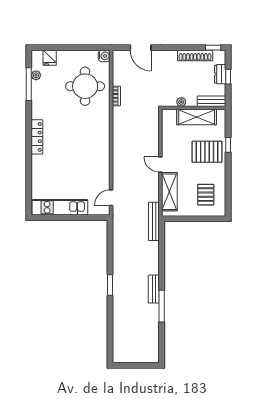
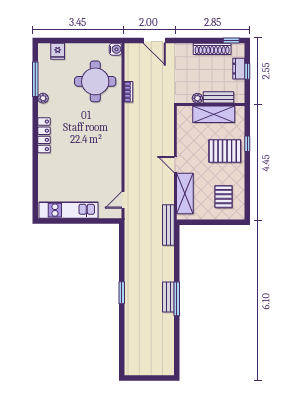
plant: (36, 75) -> (43, 98), moved
bench: (212, 101) -> (219, 97), moved
window: (162, 306) -> (177, 299), moved

